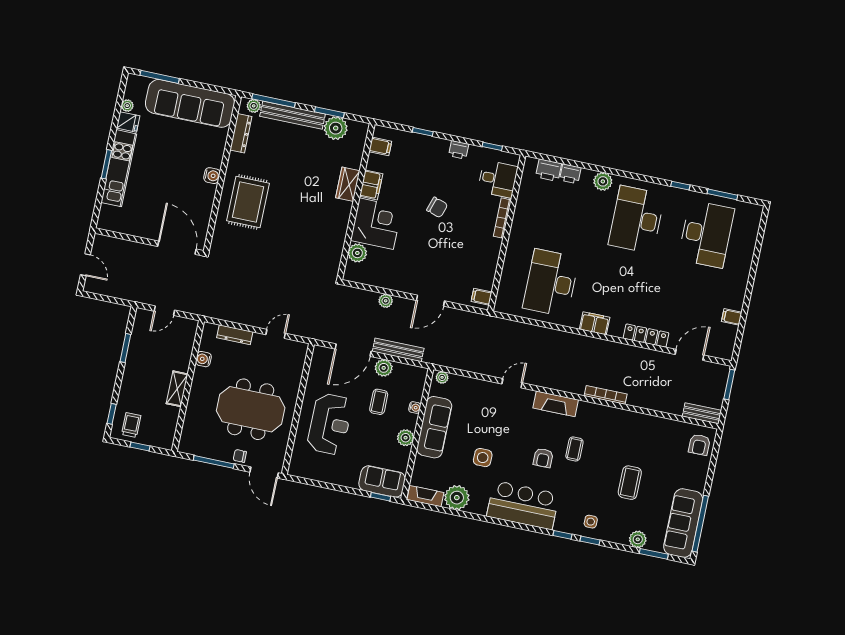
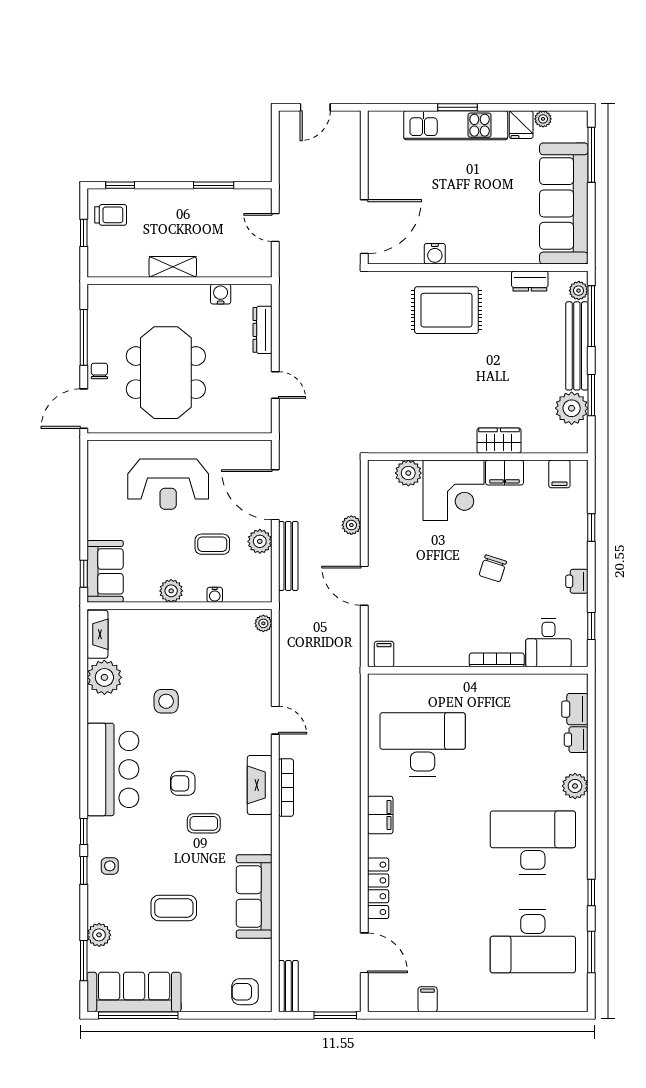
dresser: (241, 133) -> (530, 281), width x0.70
water cooler: (212, 176) -> (435, 254), moved
bookcase: (606, 395) -> (286, 788), moved
sofa: (434, 427) -> (254, 896), moved, turned 90

